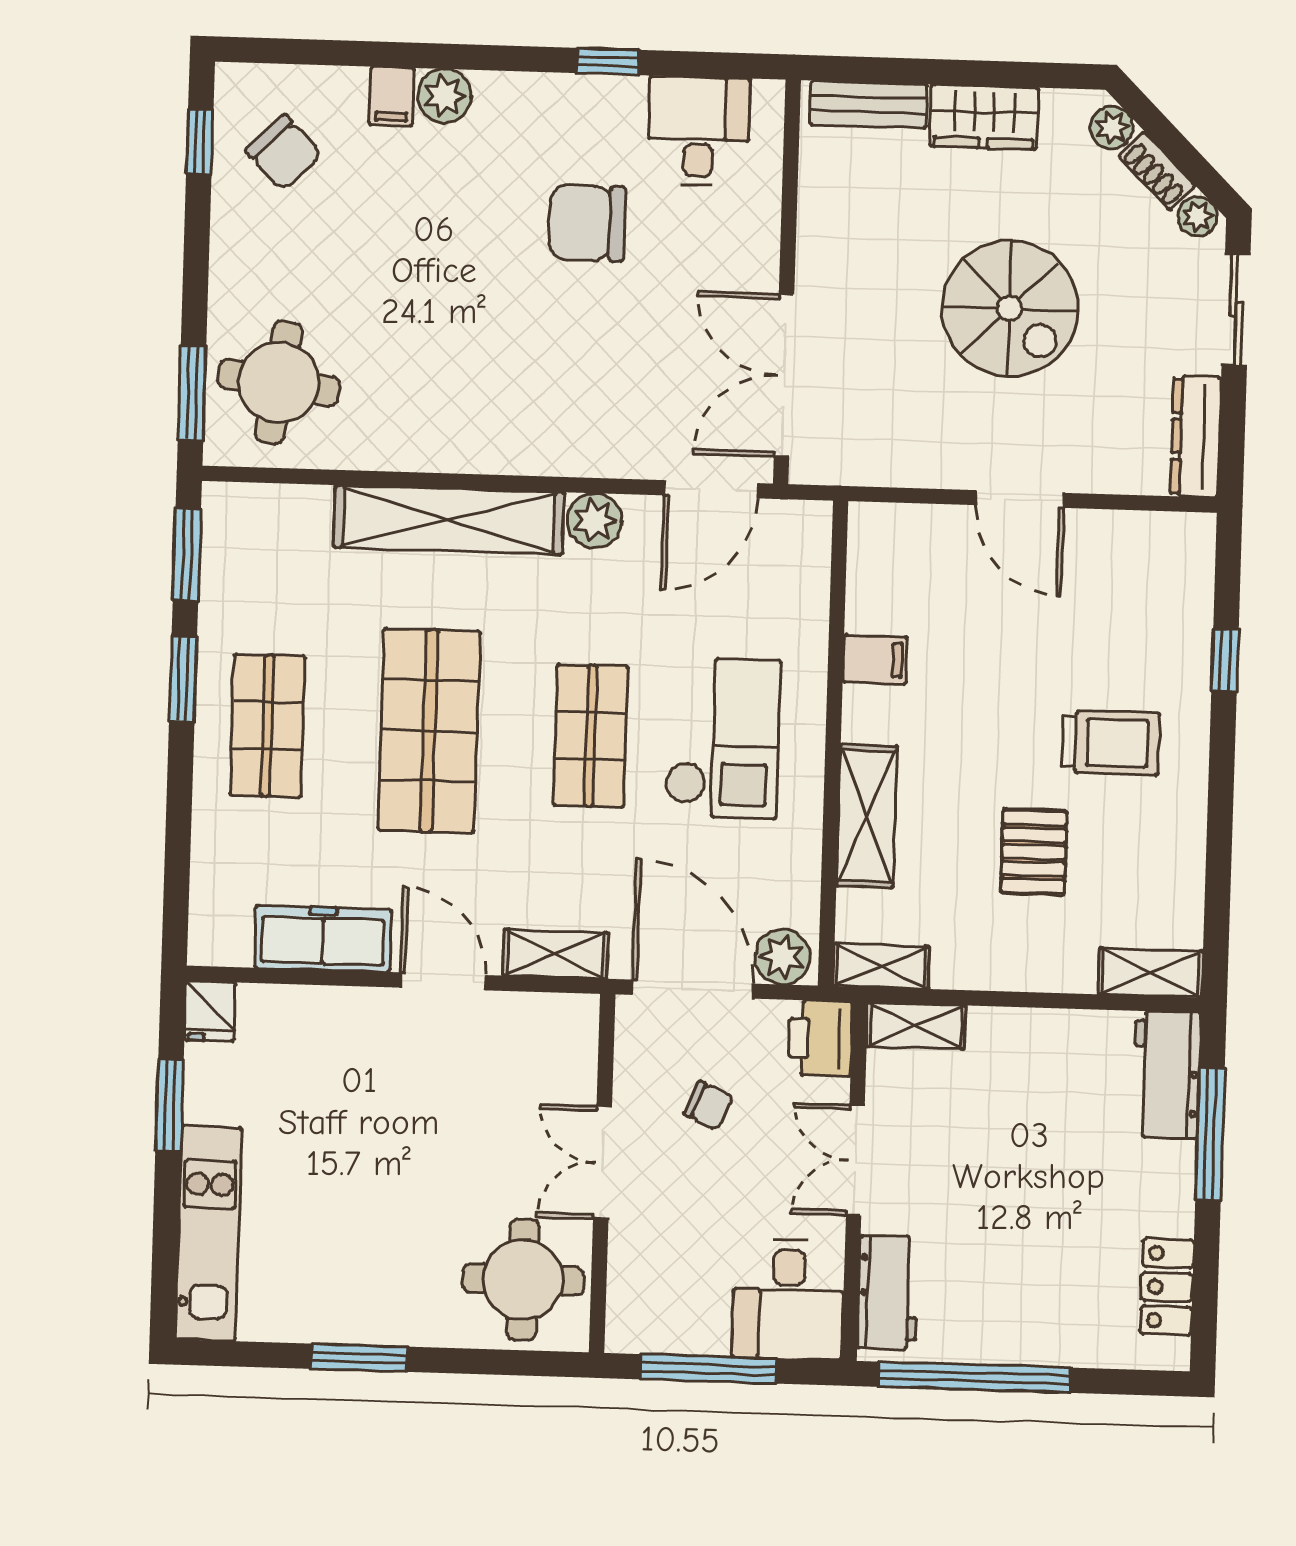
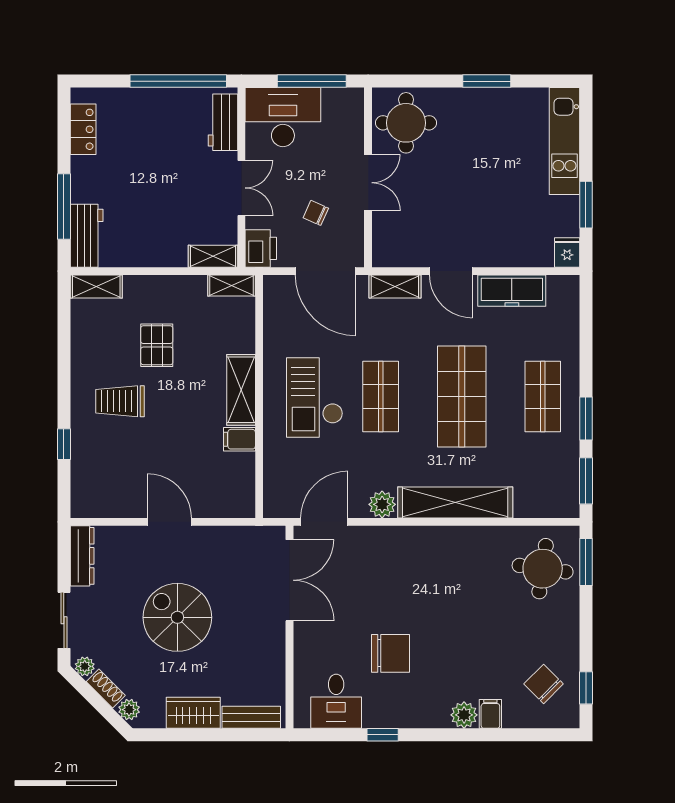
shelving: (867, 816) -> (241, 390), moved
plant: (782, 957) -> (281, 289), removed
desk: (788, 1299) -> (283, 117), width x1.37

